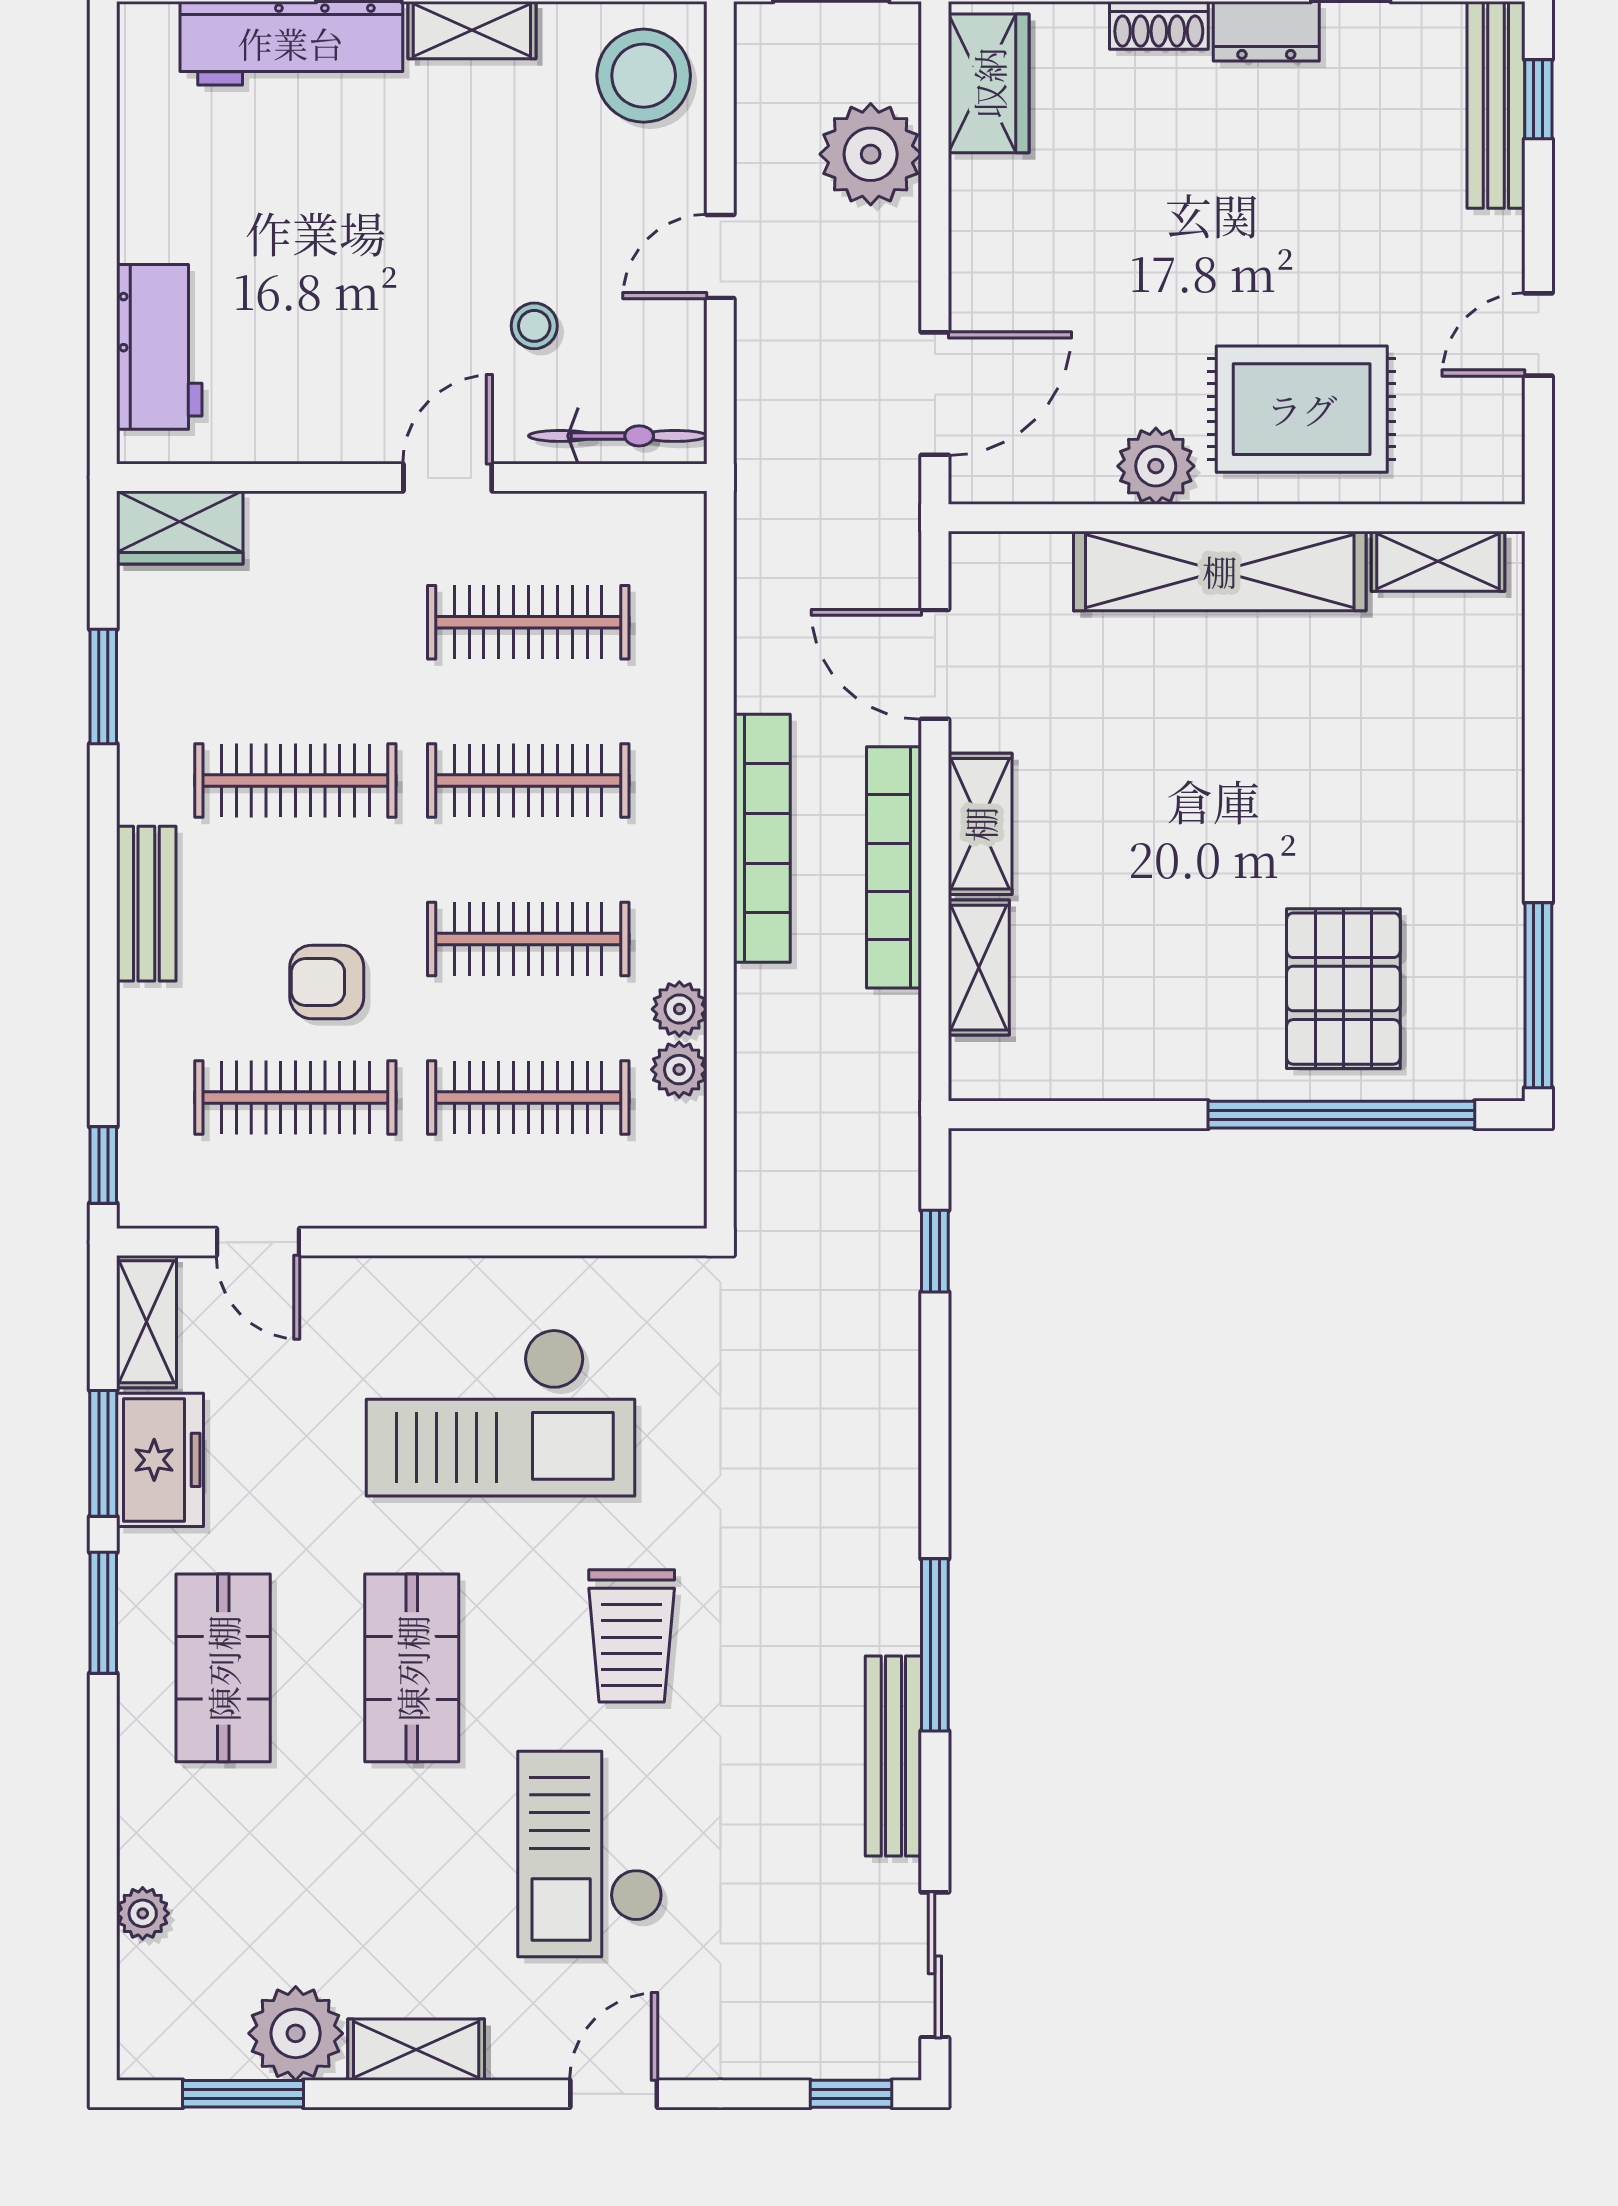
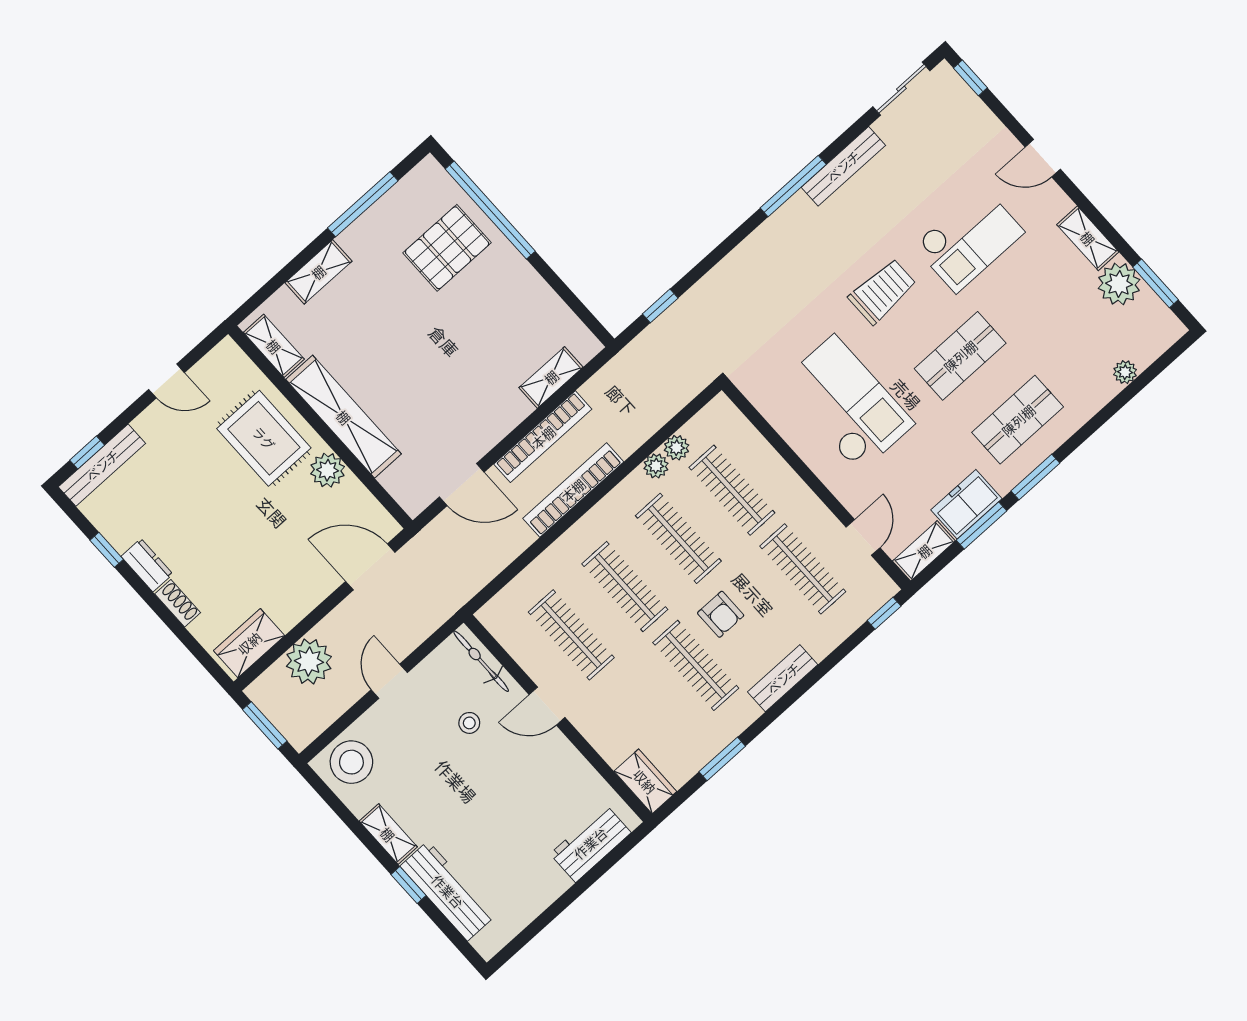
door: (720, 257) -> (389, 681), swing flipped
door: (935, 664) -> (462, 485), hinge flipped
shelving: (980, 824) -> (318, 272), moved
armchair: (327, 982) -> (721, 614), moved
window: (1538, 995) -> (363, 204), moved

